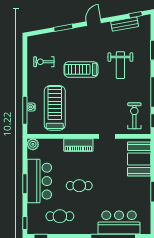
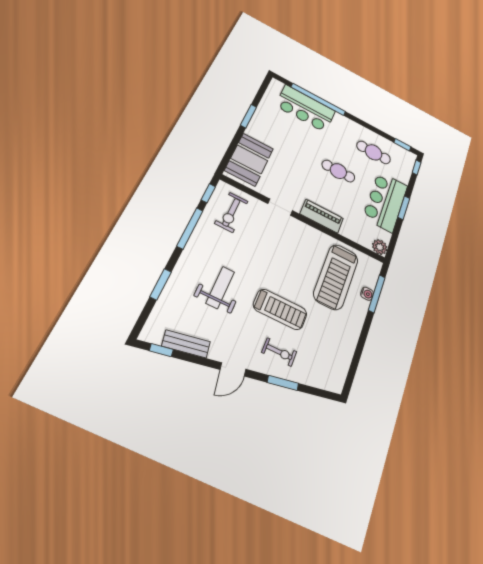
exercise bike: (44, 62) -> (279, 352), moved

